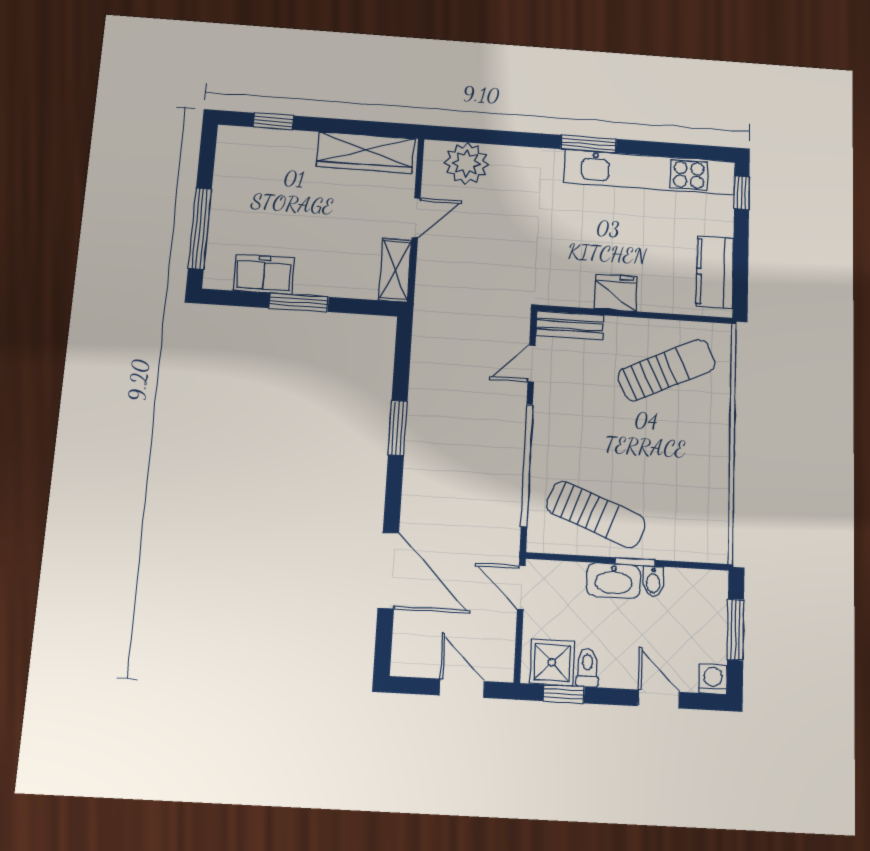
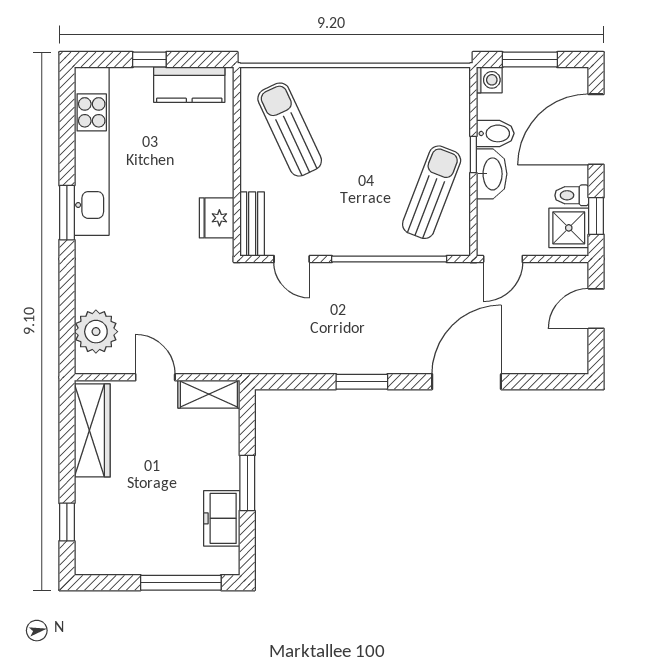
window: (742, 193) -> (149, 60), moved
fridge: (616, 293) -> (217, 218), moved
door: (388, 570) -> (467, 382), moved
bidet: (653, 581) -> (495, 133), width x1.38, depth x1.36
washing machine: (713, 679) -> (489, 80), moved, turned 180
door: (659, 699) -> (596, 129), width x1.87

